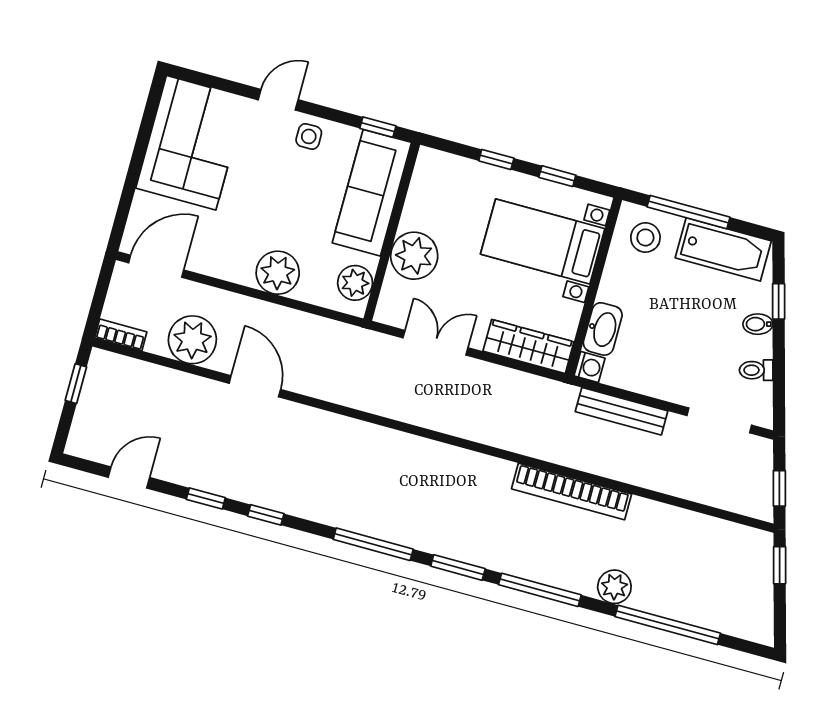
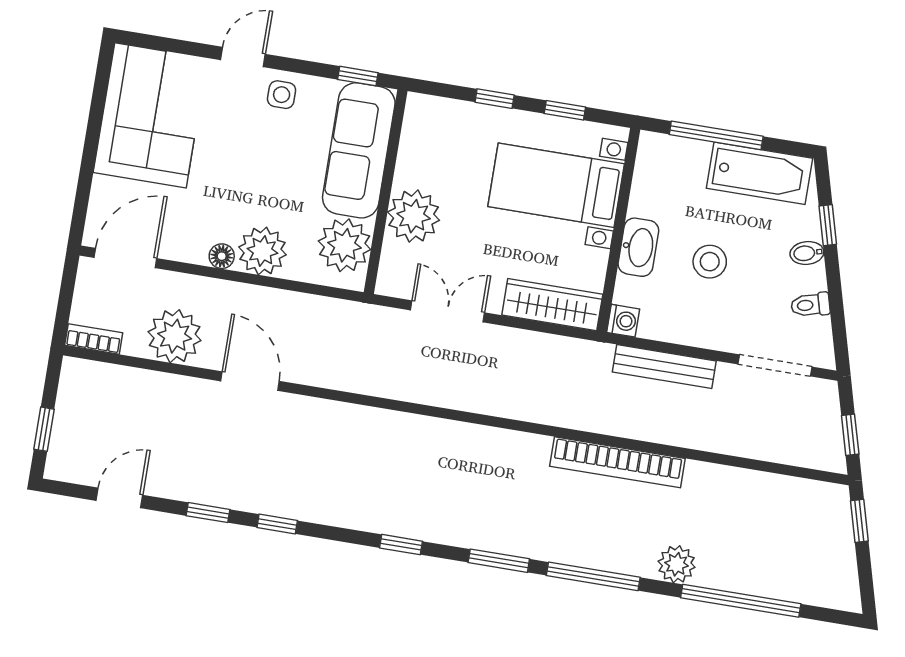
stool: (645, 237) -> (710, 262), moved
floor lamp: (241, 274) -> (222, 256), added
plant: (355, 283) -> (345, 245), width x1.36, depth x1.36
washbasin: (603, 329) -> (638, 247), moved
window: (76, 384) -> (44, 429), moved
window: (373, 544) -> (401, 545), width x0.46

